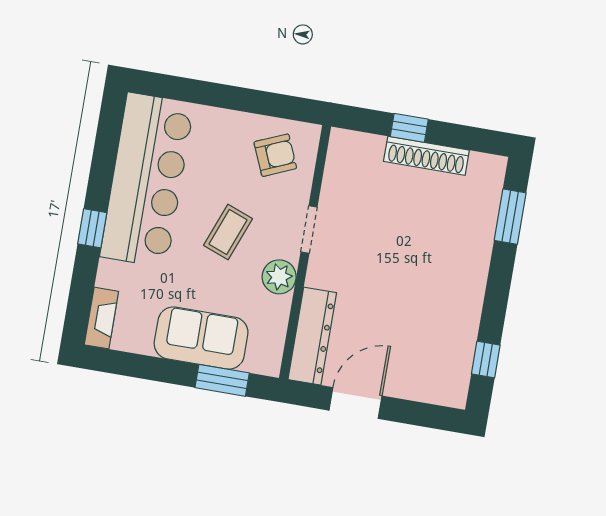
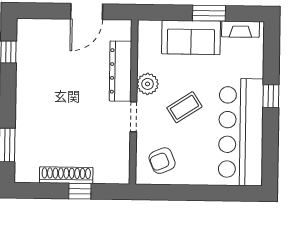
coffee table: (228, 232) -> (184, 107), turned 36
fireplace: (101, 318) -> (241, 29), moved, turned -90
dresser: (312, 336) -> (120, 71), moved
window: (222, 380) -> (209, 13), moved

